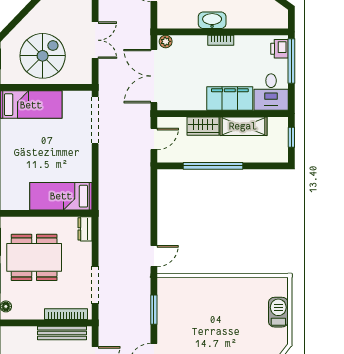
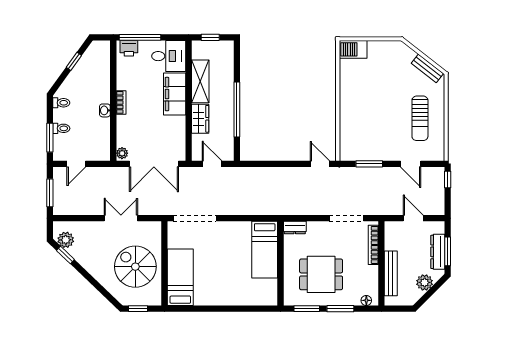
washbasin: (212, 20) -> (105, 110), width x0.52, depth x0.69
dining table: (34, 257) -> (321, 274), width x0.73
barbecue: (278, 312) -> (353, 49), moved
bench: (62, 333) -> (391, 273), moved

